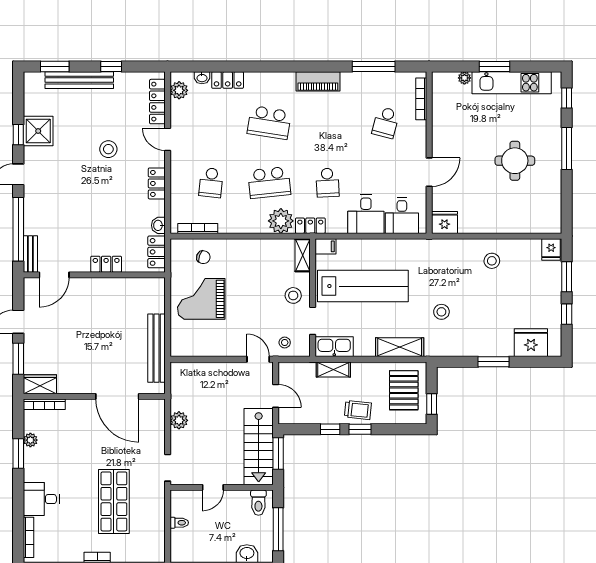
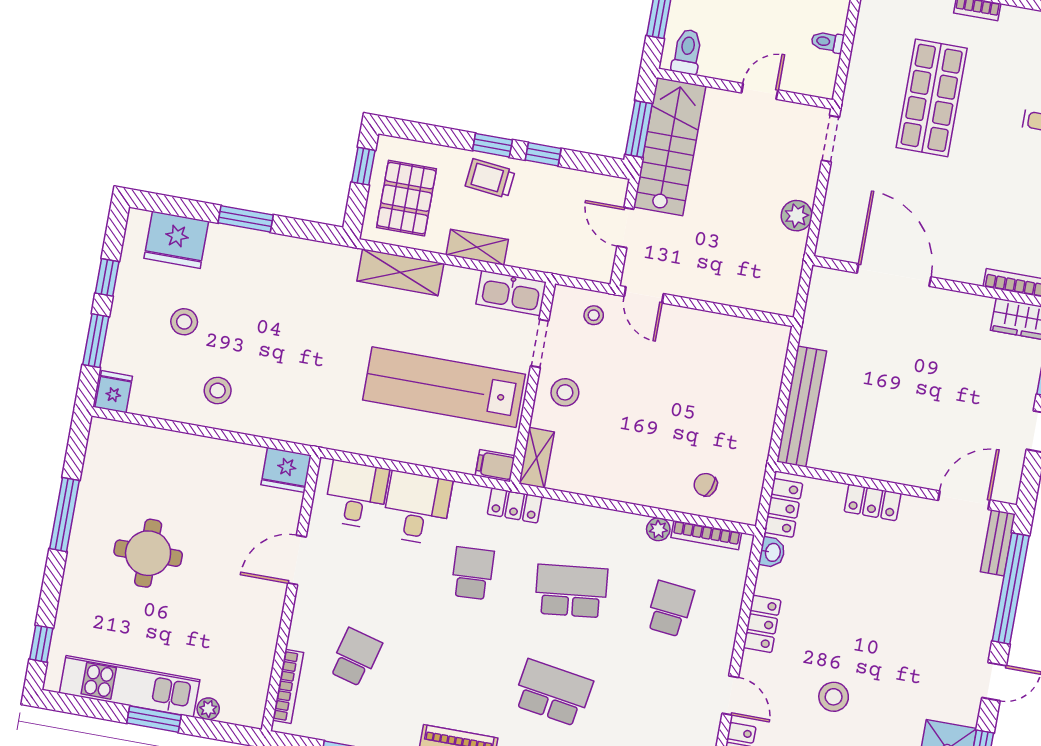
window: (567, 149) -> (65, 515), moved
plant: (281, 221) -> (658, 529), moved, width x0.53, depth x0.53
grand piano: (201, 299) -> (722, 415), removed
stool: (441, 312) -> (184, 322), moved
bench: (157, 348) -> (802, 406), moved
shelving: (333, 369) -> (477, 247), moved

